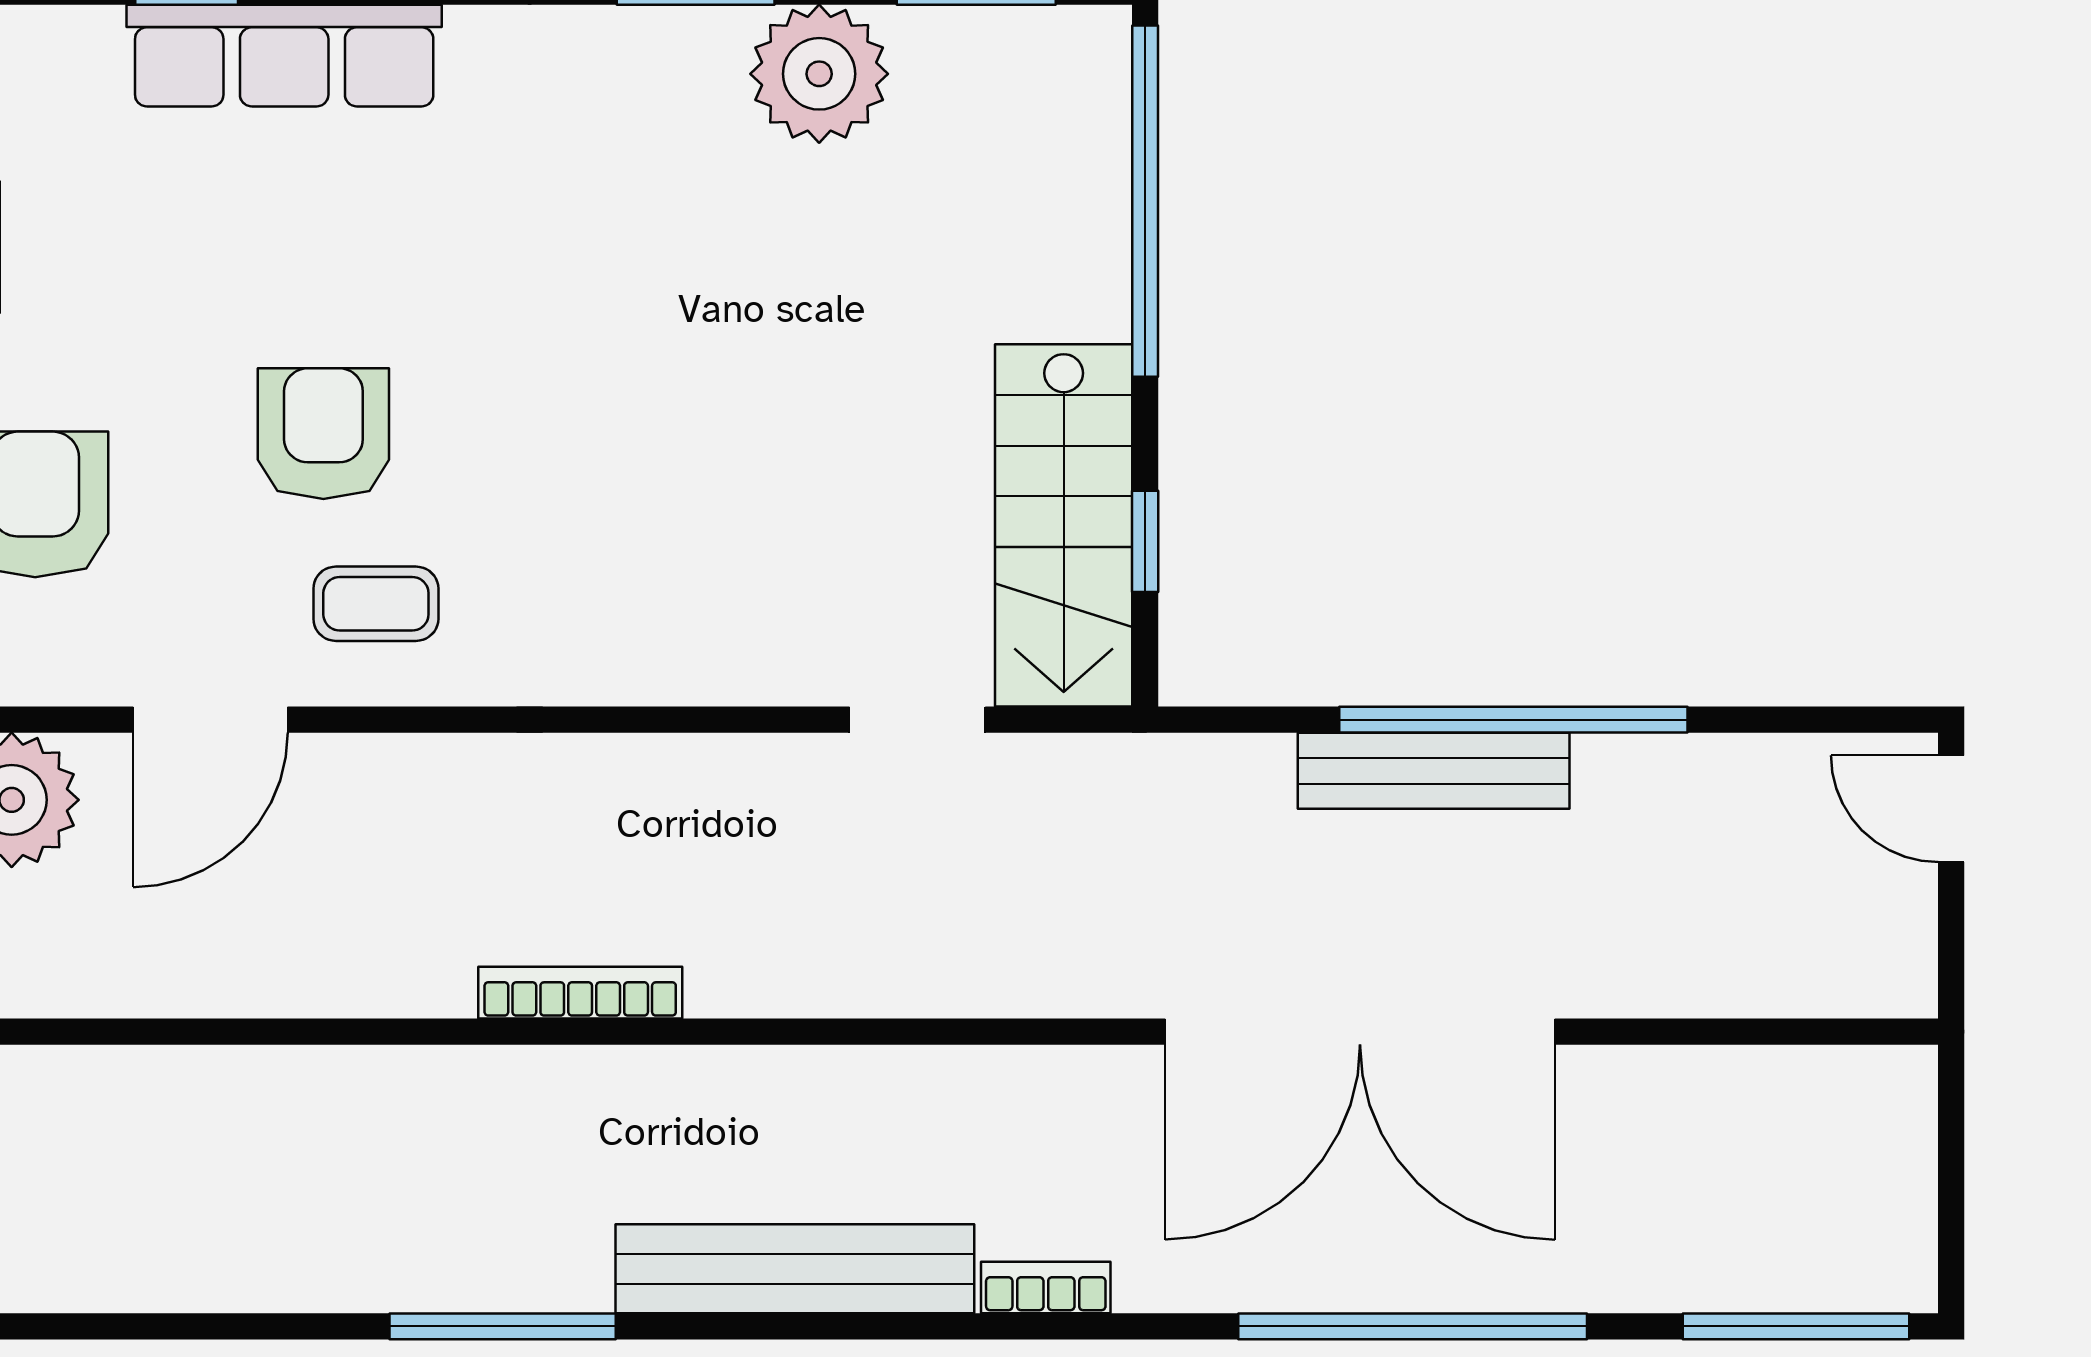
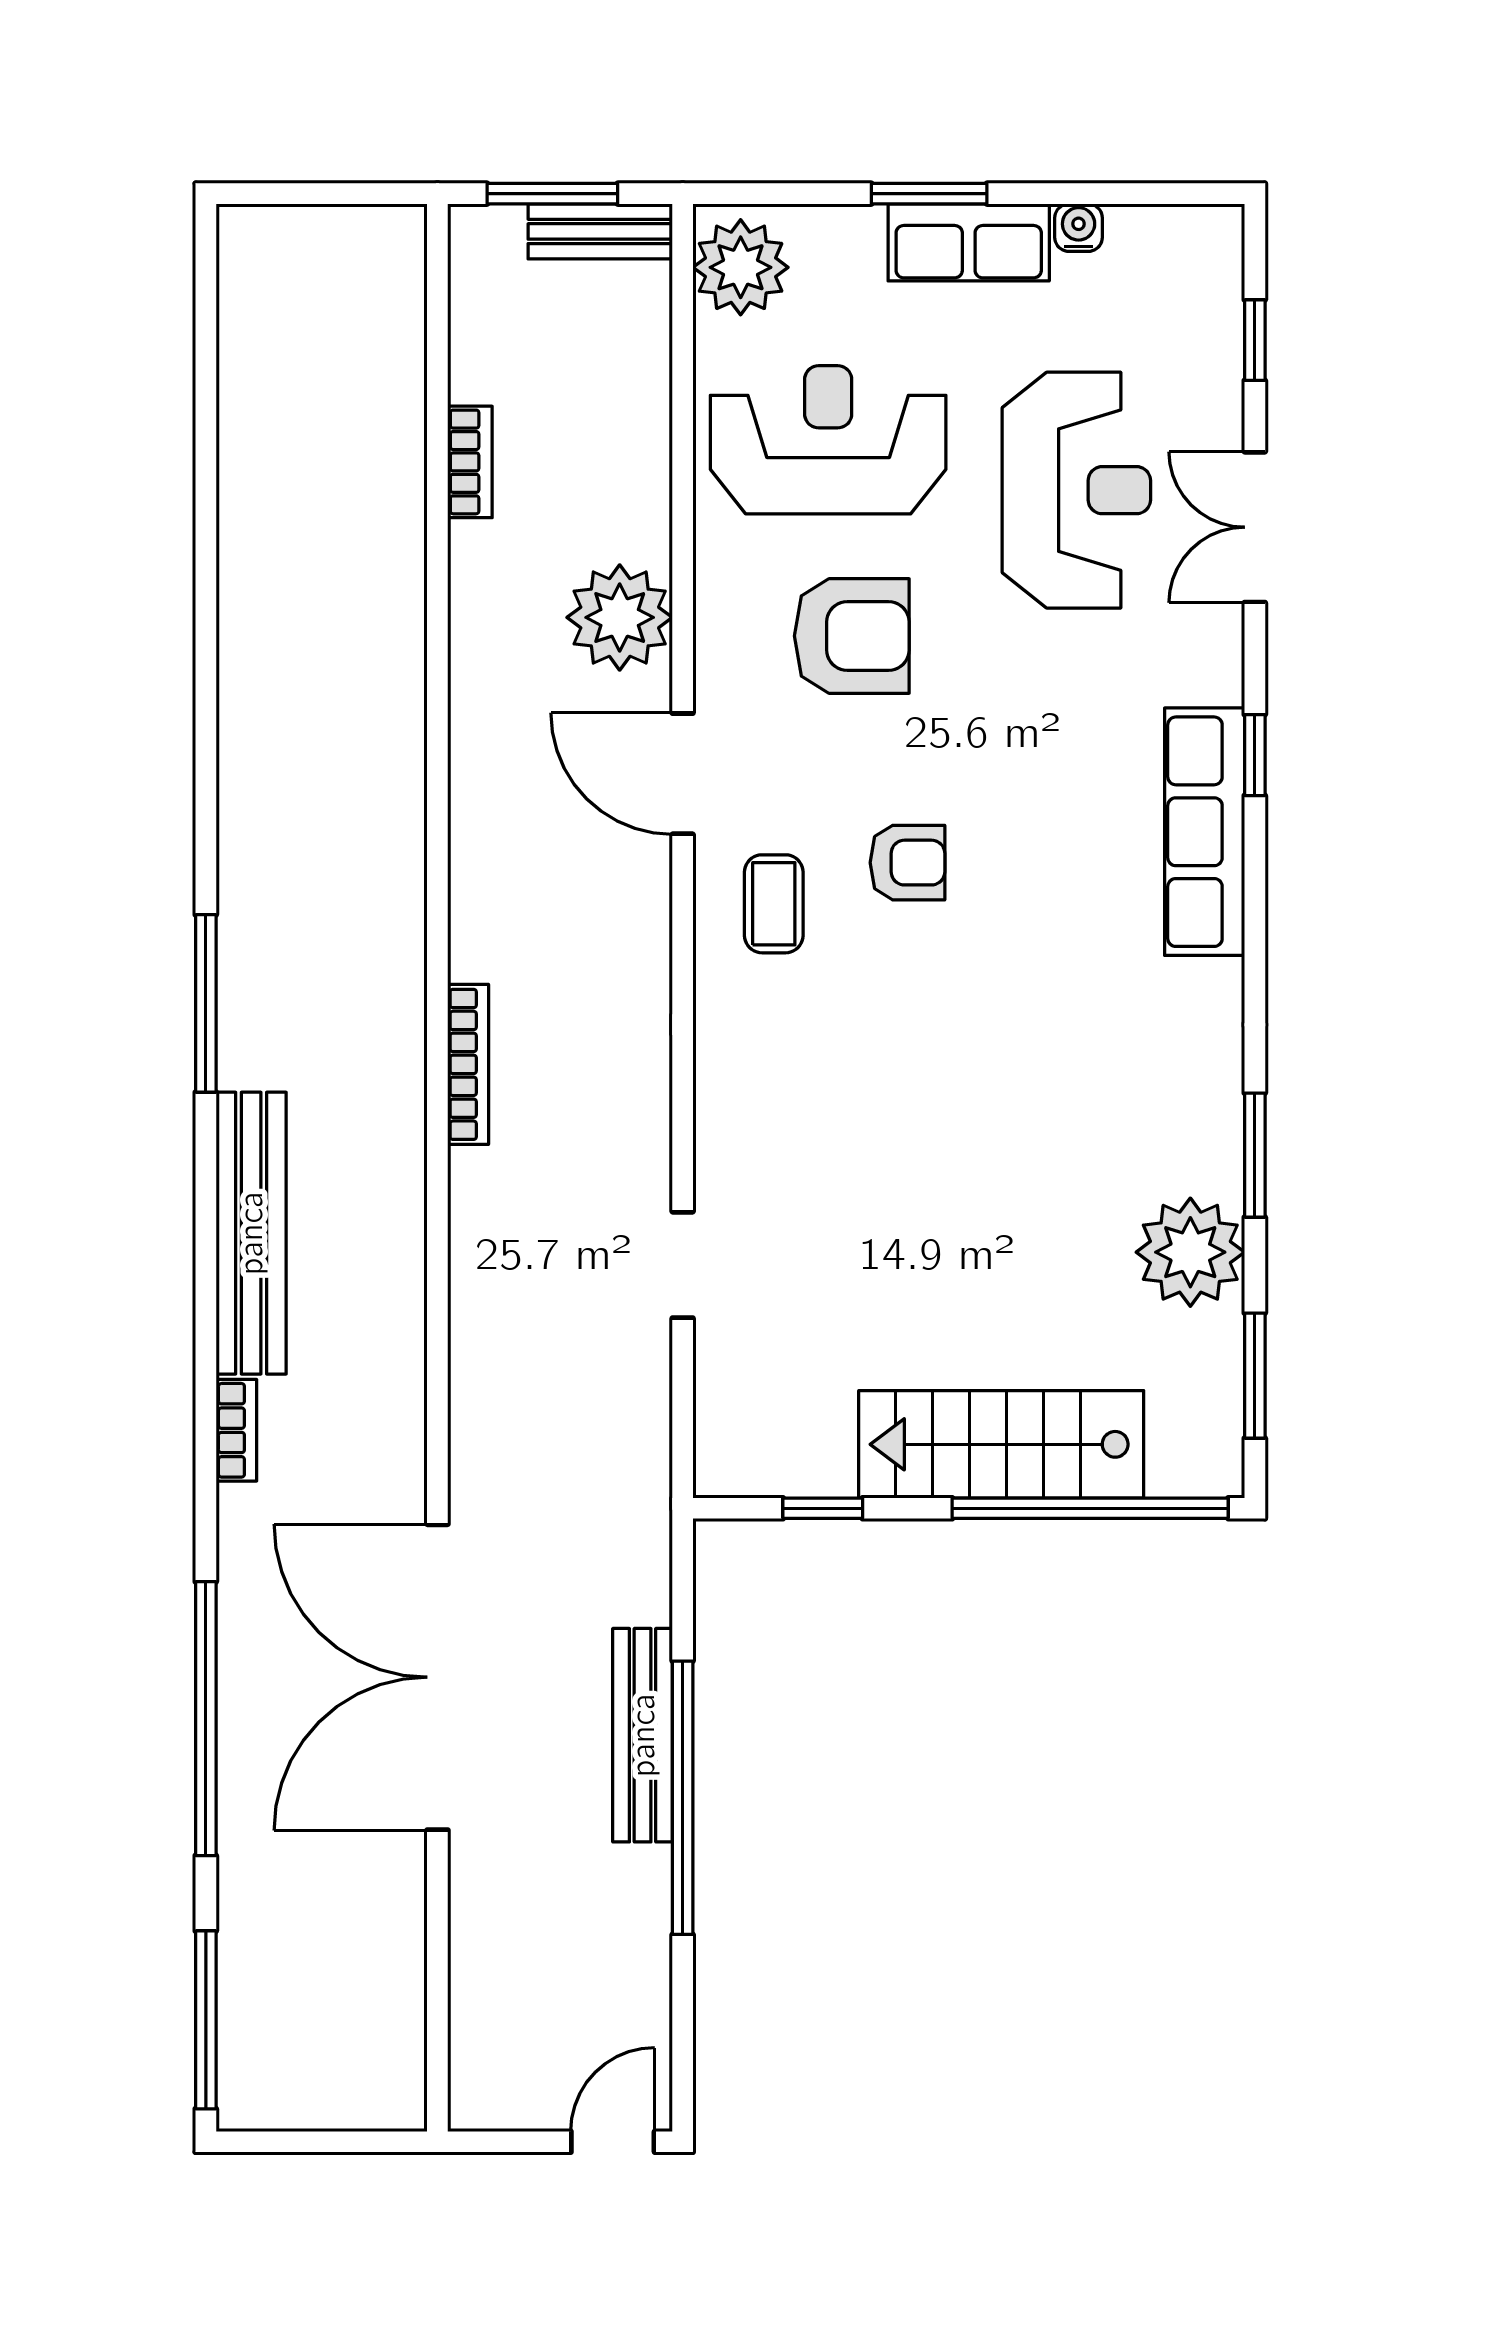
armchair: (323, 434) -> (908, 863), width x0.72, depth x0.72
stairs: (1064, 525) -> (1001, 1444), moved
doorway: (917, 720) -> (683, 1265), moved

